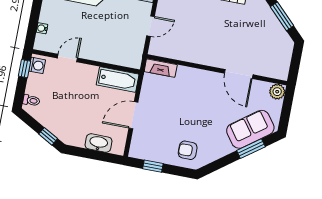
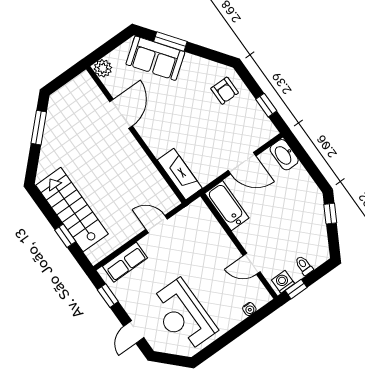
fireplace: (161, 68) -> (180, 174), width x1.37, depth x1.32
toilet: (31, 100) -> (304, 265), moved
washbasin: (98, 143) -> (284, 155), moved

